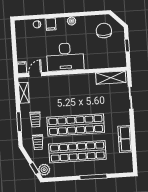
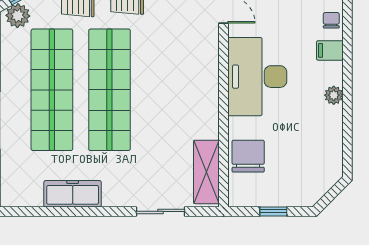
chair: (104, 31) -> (248, 156), moved, turned -90

